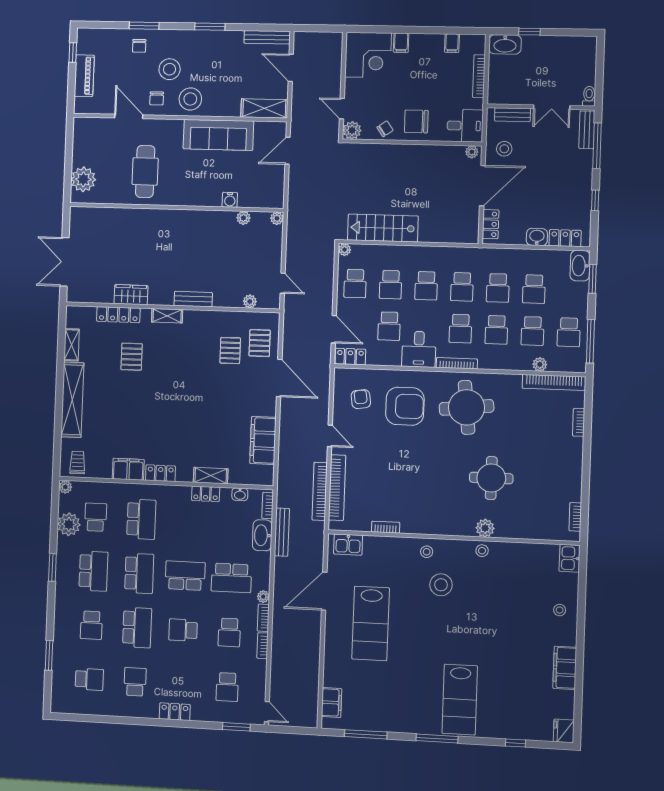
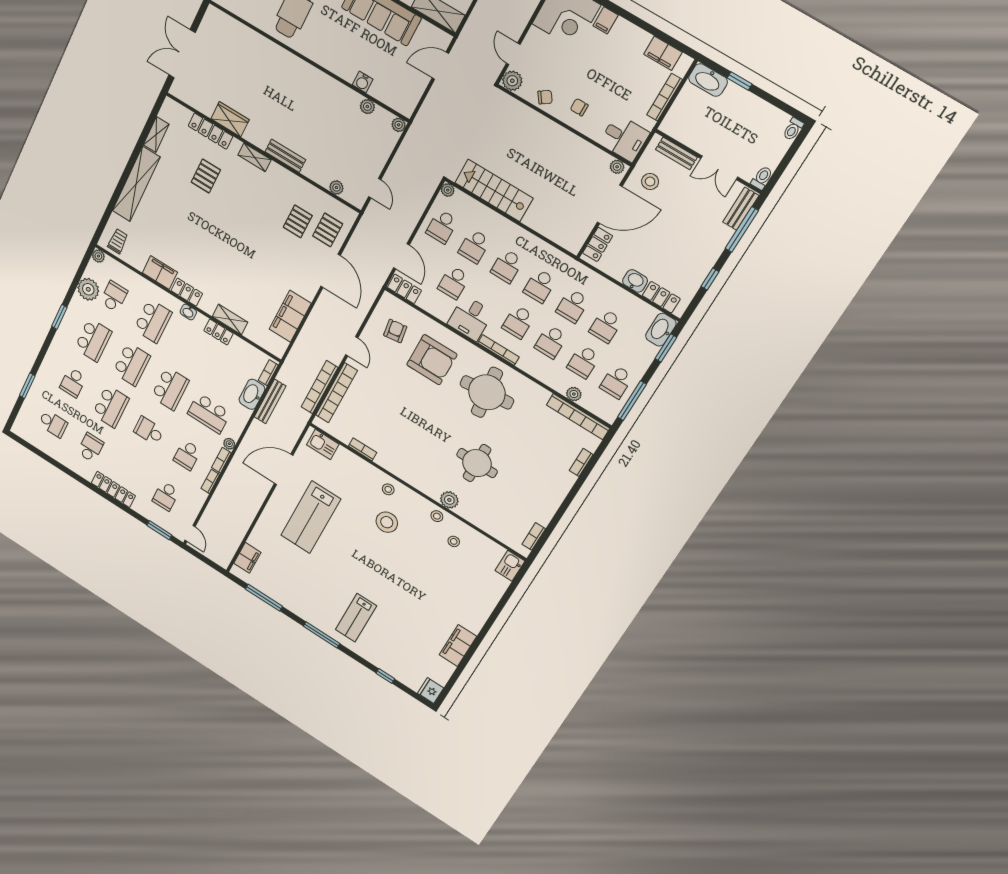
filing cabinet: (452, 43) -> (663, 53), width x2.00
toilet: (591, 45) -> (793, 129), added
chair: (416, 121) -> (579, 107), width x0.54, depth x0.54
washbasin: (240, 494) -> (188, 312), moved
school desk: (185, 576) -> (170, 389), turned 90
stool: (560, 610) -> (454, 541), moved
lab bench: (460, 700) -> (356, 618), width x0.73, depth x0.72
locker: (175, 712) -> (113, 489), width x1.53

